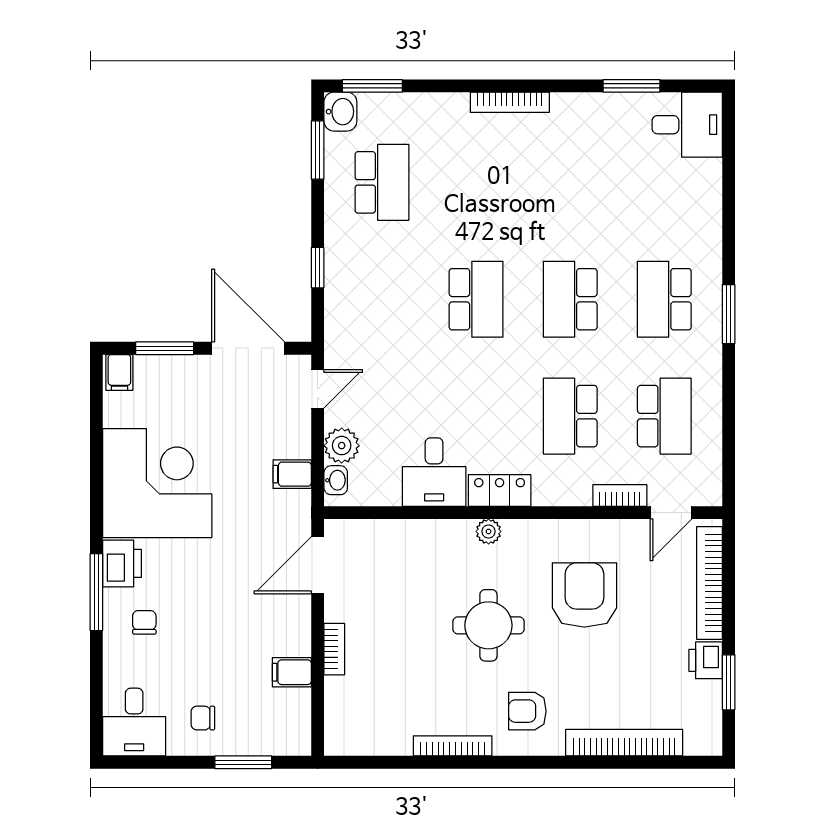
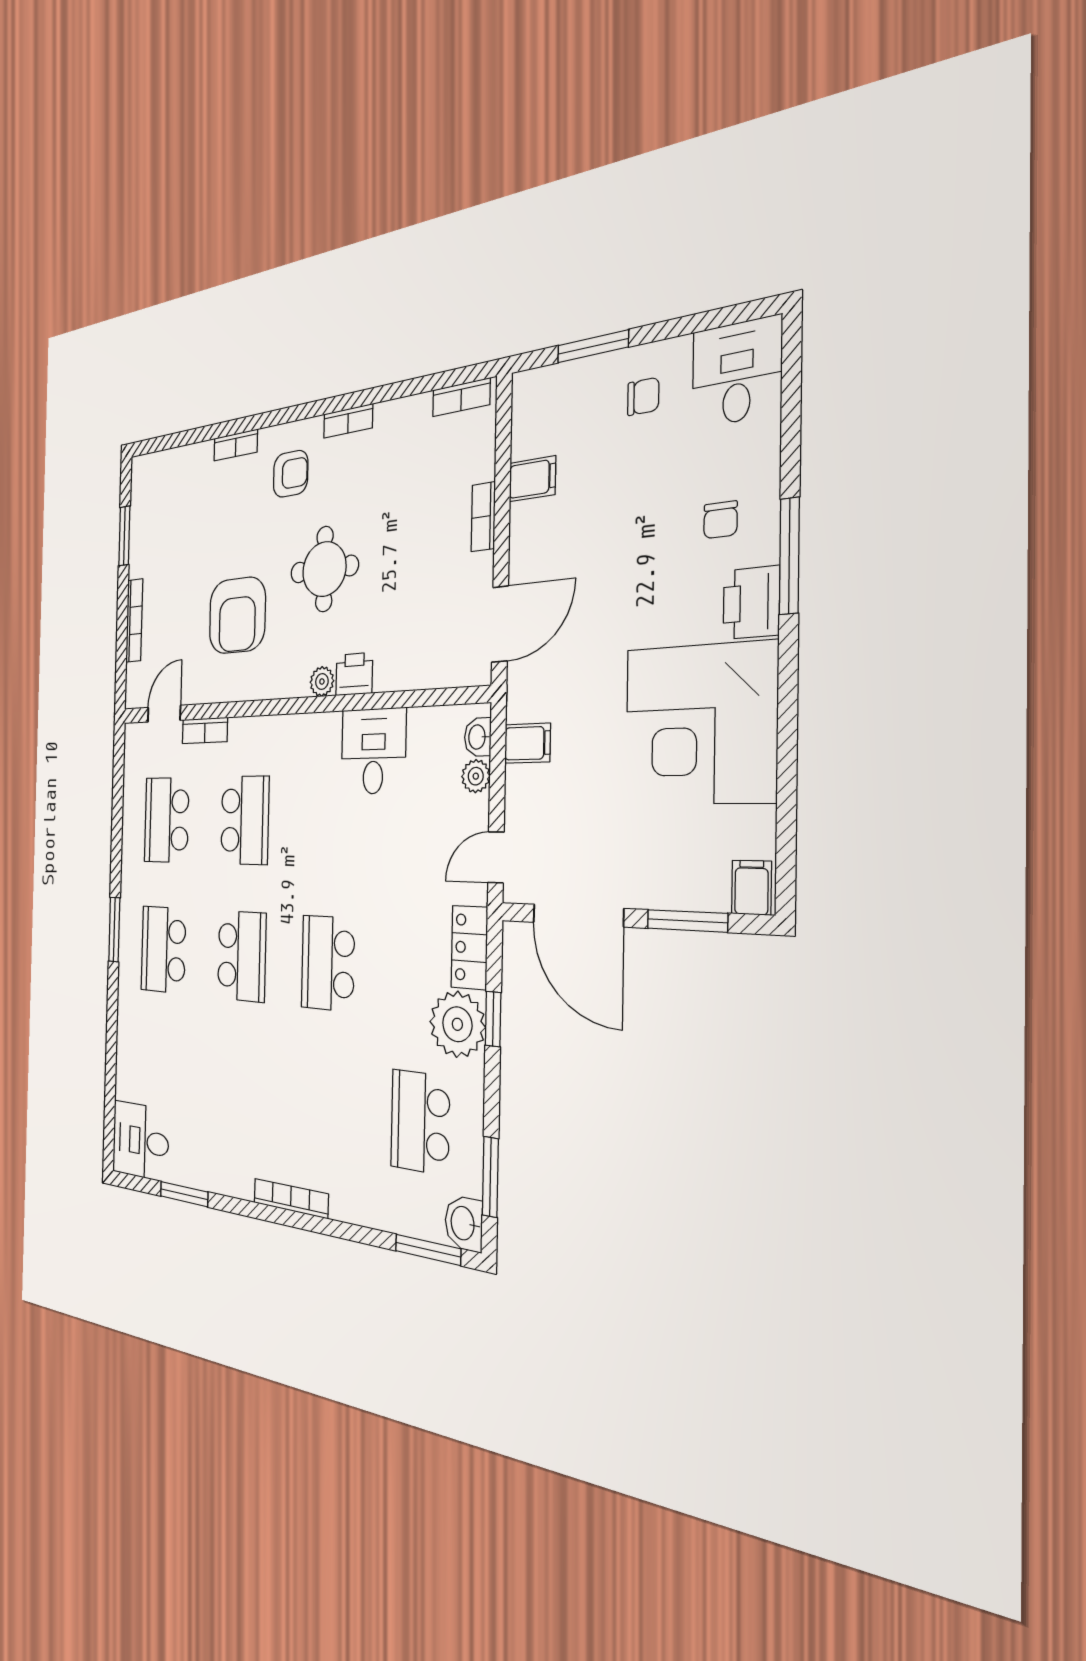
plant: (349, 261) -> (457, 1024), added
school desk: (664, 299) -> (163, 950), turned 180
plant: (342, 446) -> (476, 776), width x0.73, depth x0.73
locker: (500, 490) -> (469, 947), moved, turned 90
bookcase: (709, 583) -> (134, 620), width x0.68, depth x0.76
printer: (706, 660) -> (354, 674), moved, turned -90
bookcase: (624, 743) -> (236, 445), width x0.43, depth x0.76
bookcase: (356, 745) -> (461, 397), added
bookcase: (453, 746) -> (348, 421), width x0.64

